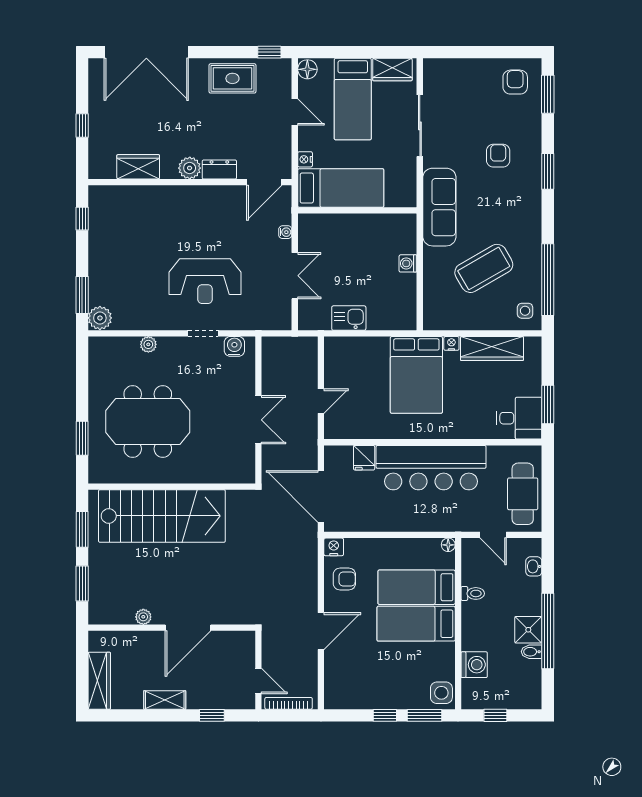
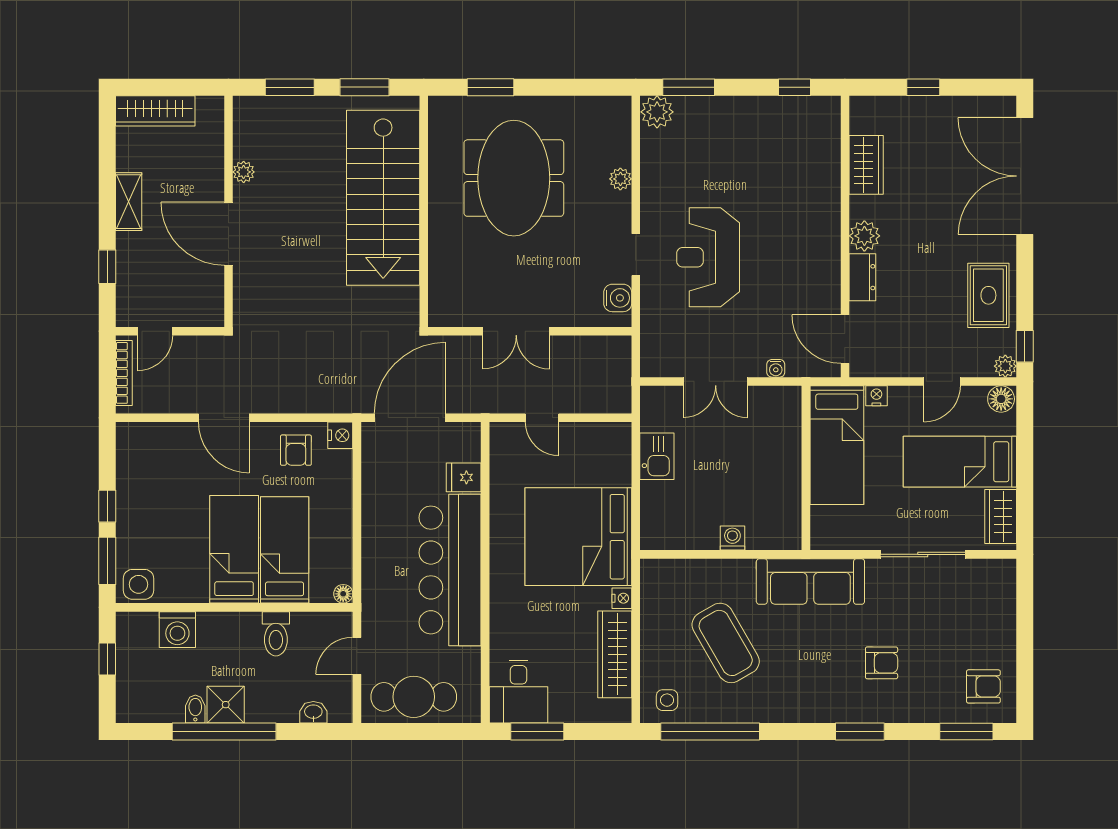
plant: (284, 66) -> (1005, 366), added
bed: (416, 375) -> (578, 537), width x1.36
toilet: (473, 593) -> (276, 634), width x1.37, depth x1.39

